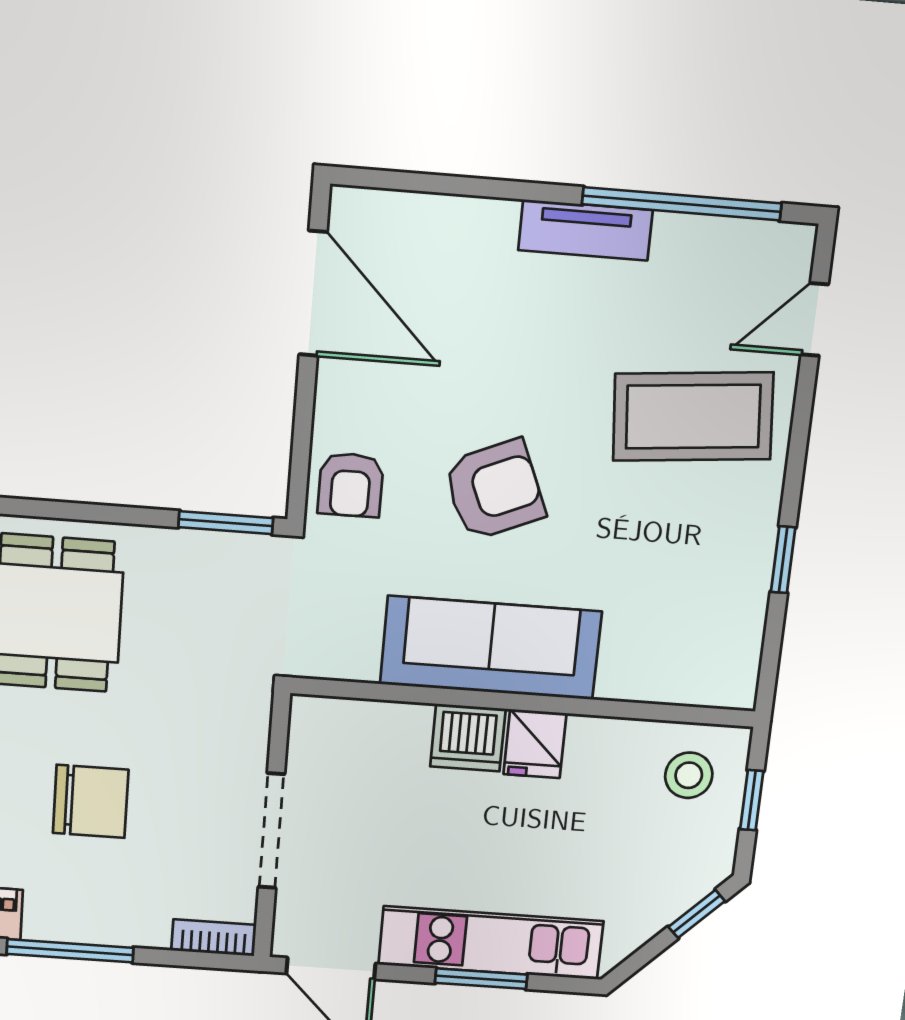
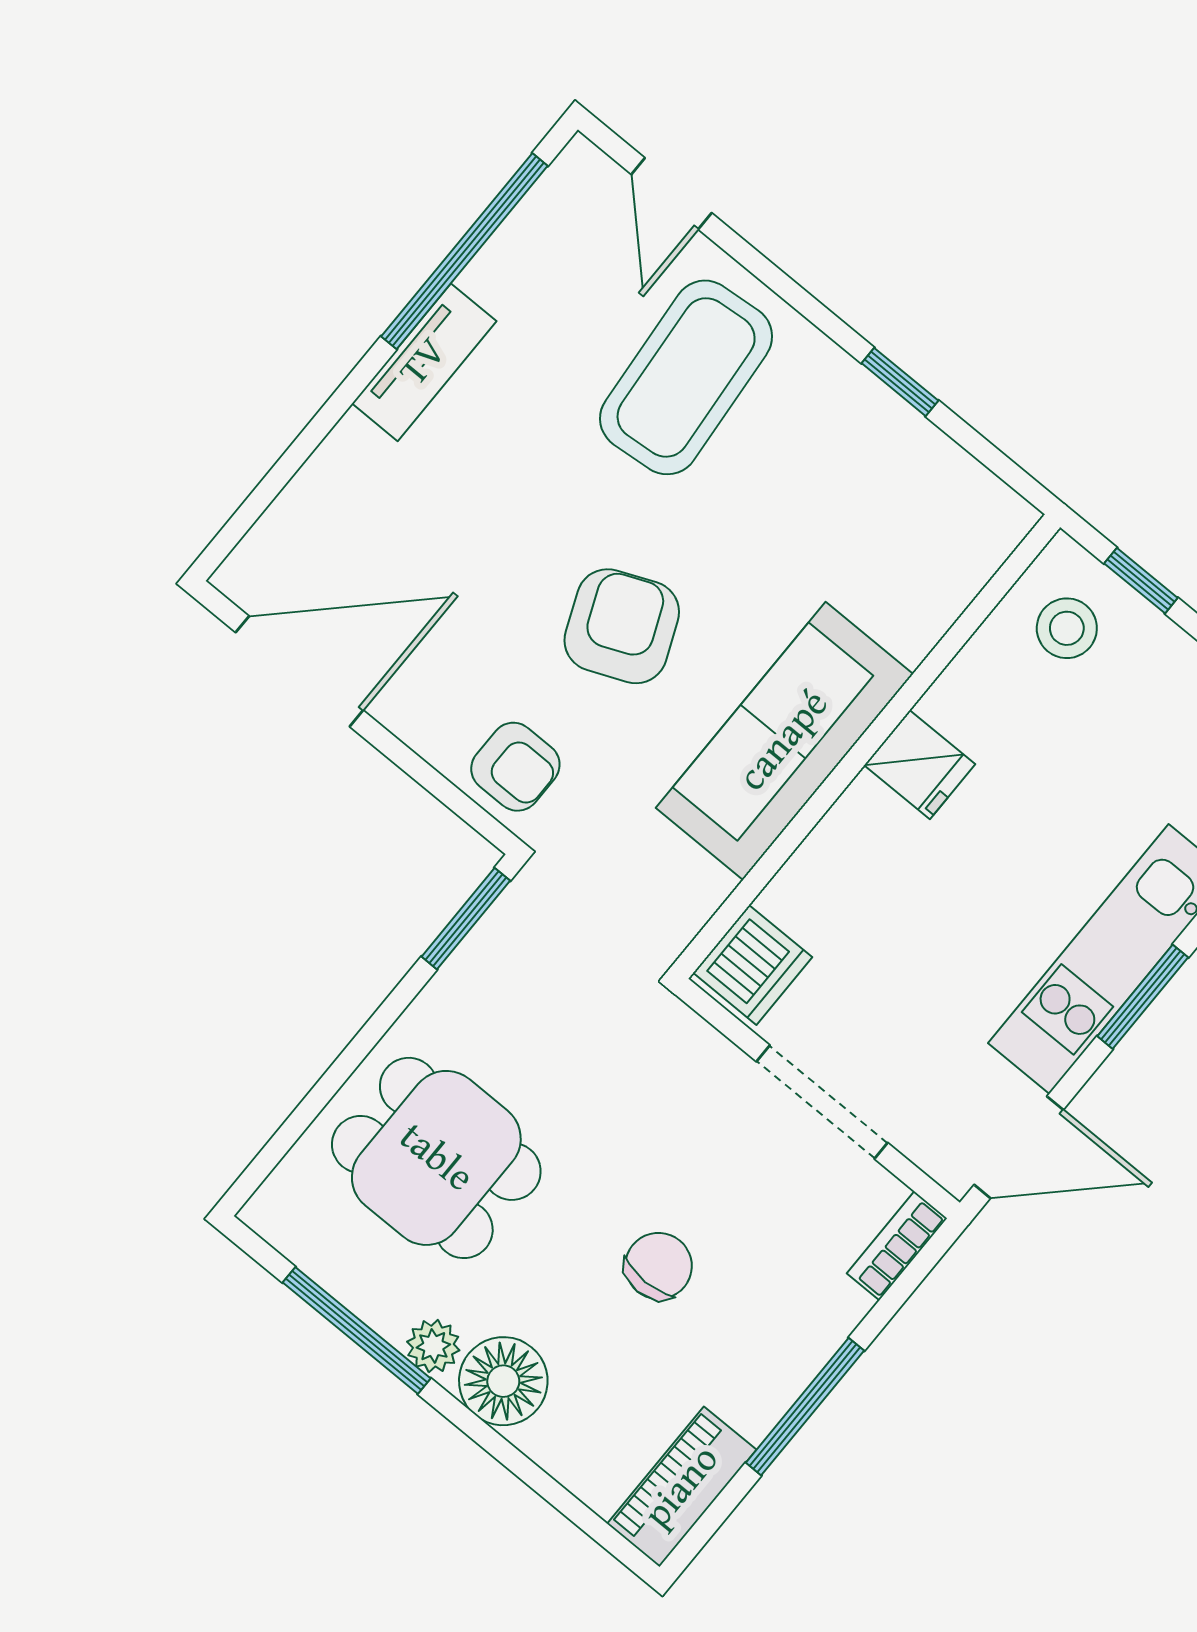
dishwasher: (468, 738) -> (753, 965), moved
chair: (91, 801) -> (659, 1266), width x0.73, depth x0.73

